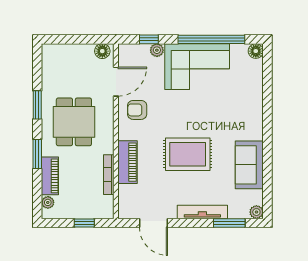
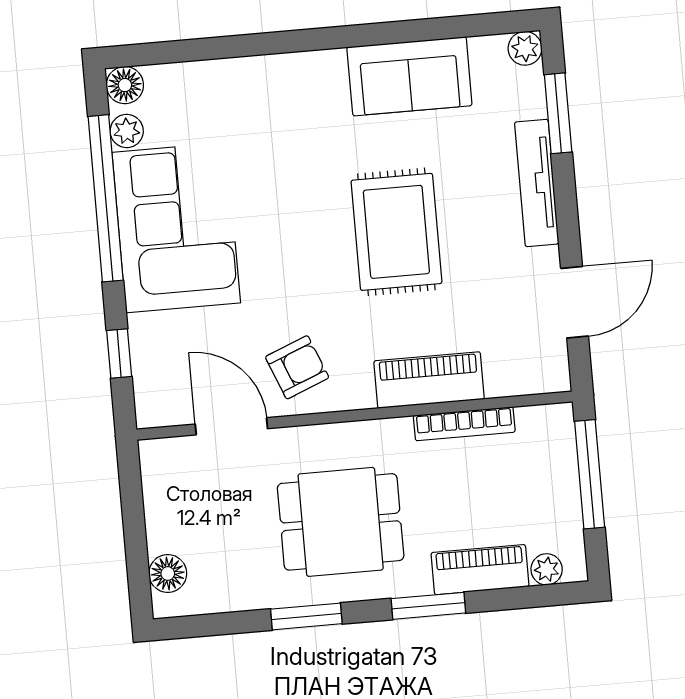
plant: (157, 50) -> (127, 131), moved
floor lamp: (102, 51) -> (168, 573), moved
armchair: (137, 110) -> (297, 367), turned -112
window: (84, 223) -> (590, 474), width x2.17

